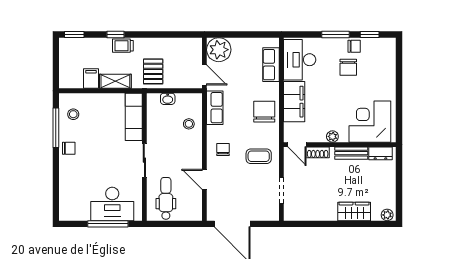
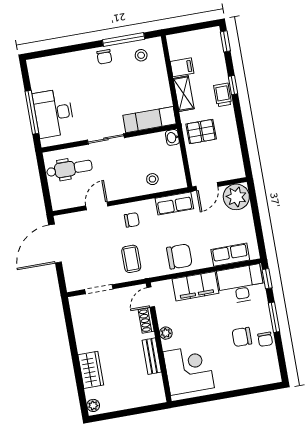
window: (370, 35) -> (267, 279), moved
washbasin: (168, 99) -> (172, 137), moved
dresser: (380, 153) -> (157, 387), removed

